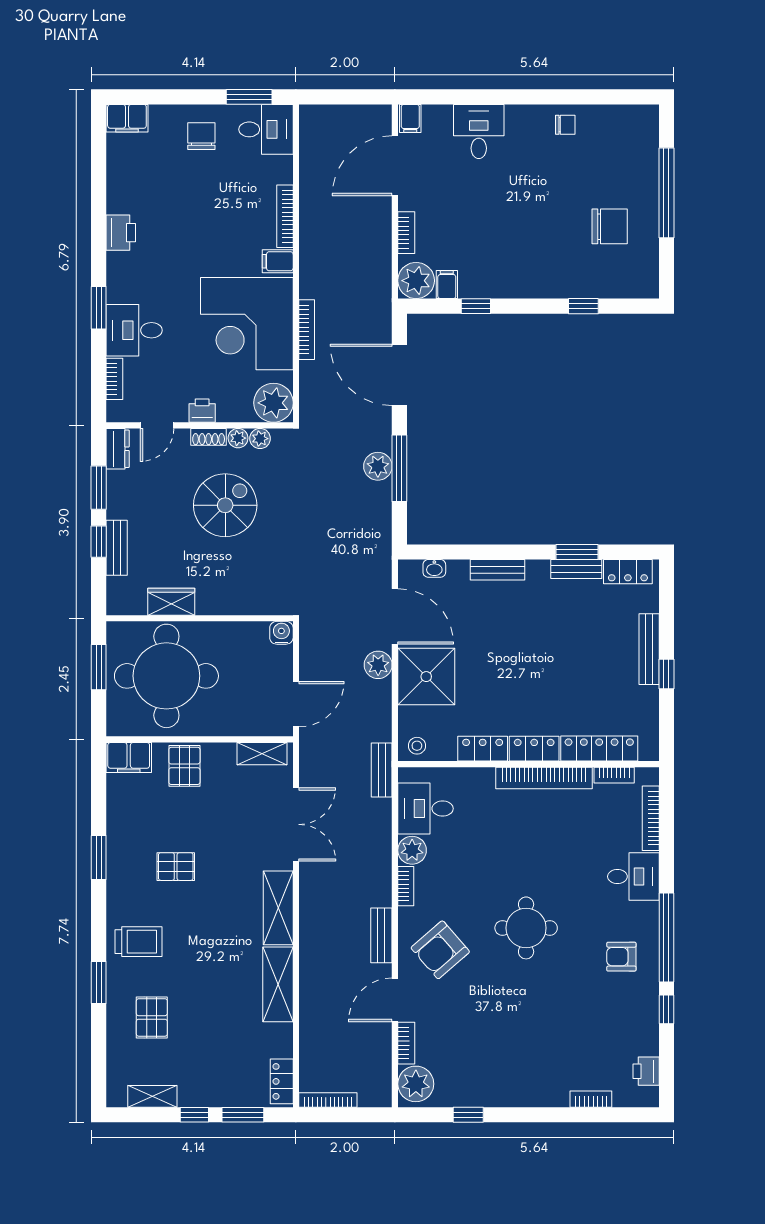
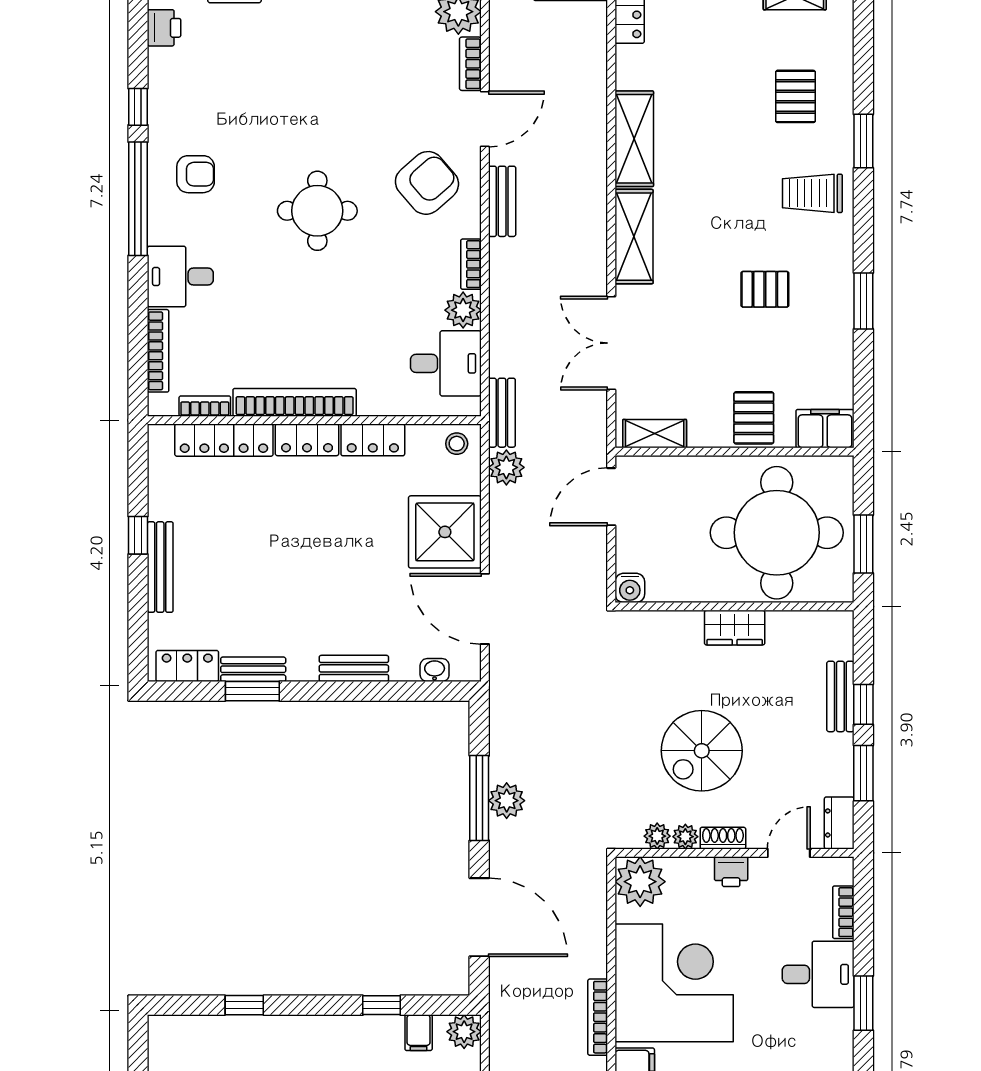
plant: (416, 281) -> (464, 1032), width x0.73, depth x0.73
bookcase: (307, 330) -> (598, 1017), moved
wardrobe: (171, 602) -> (735, 628), moved
plant: (378, 665) -> (506, 467), moved

